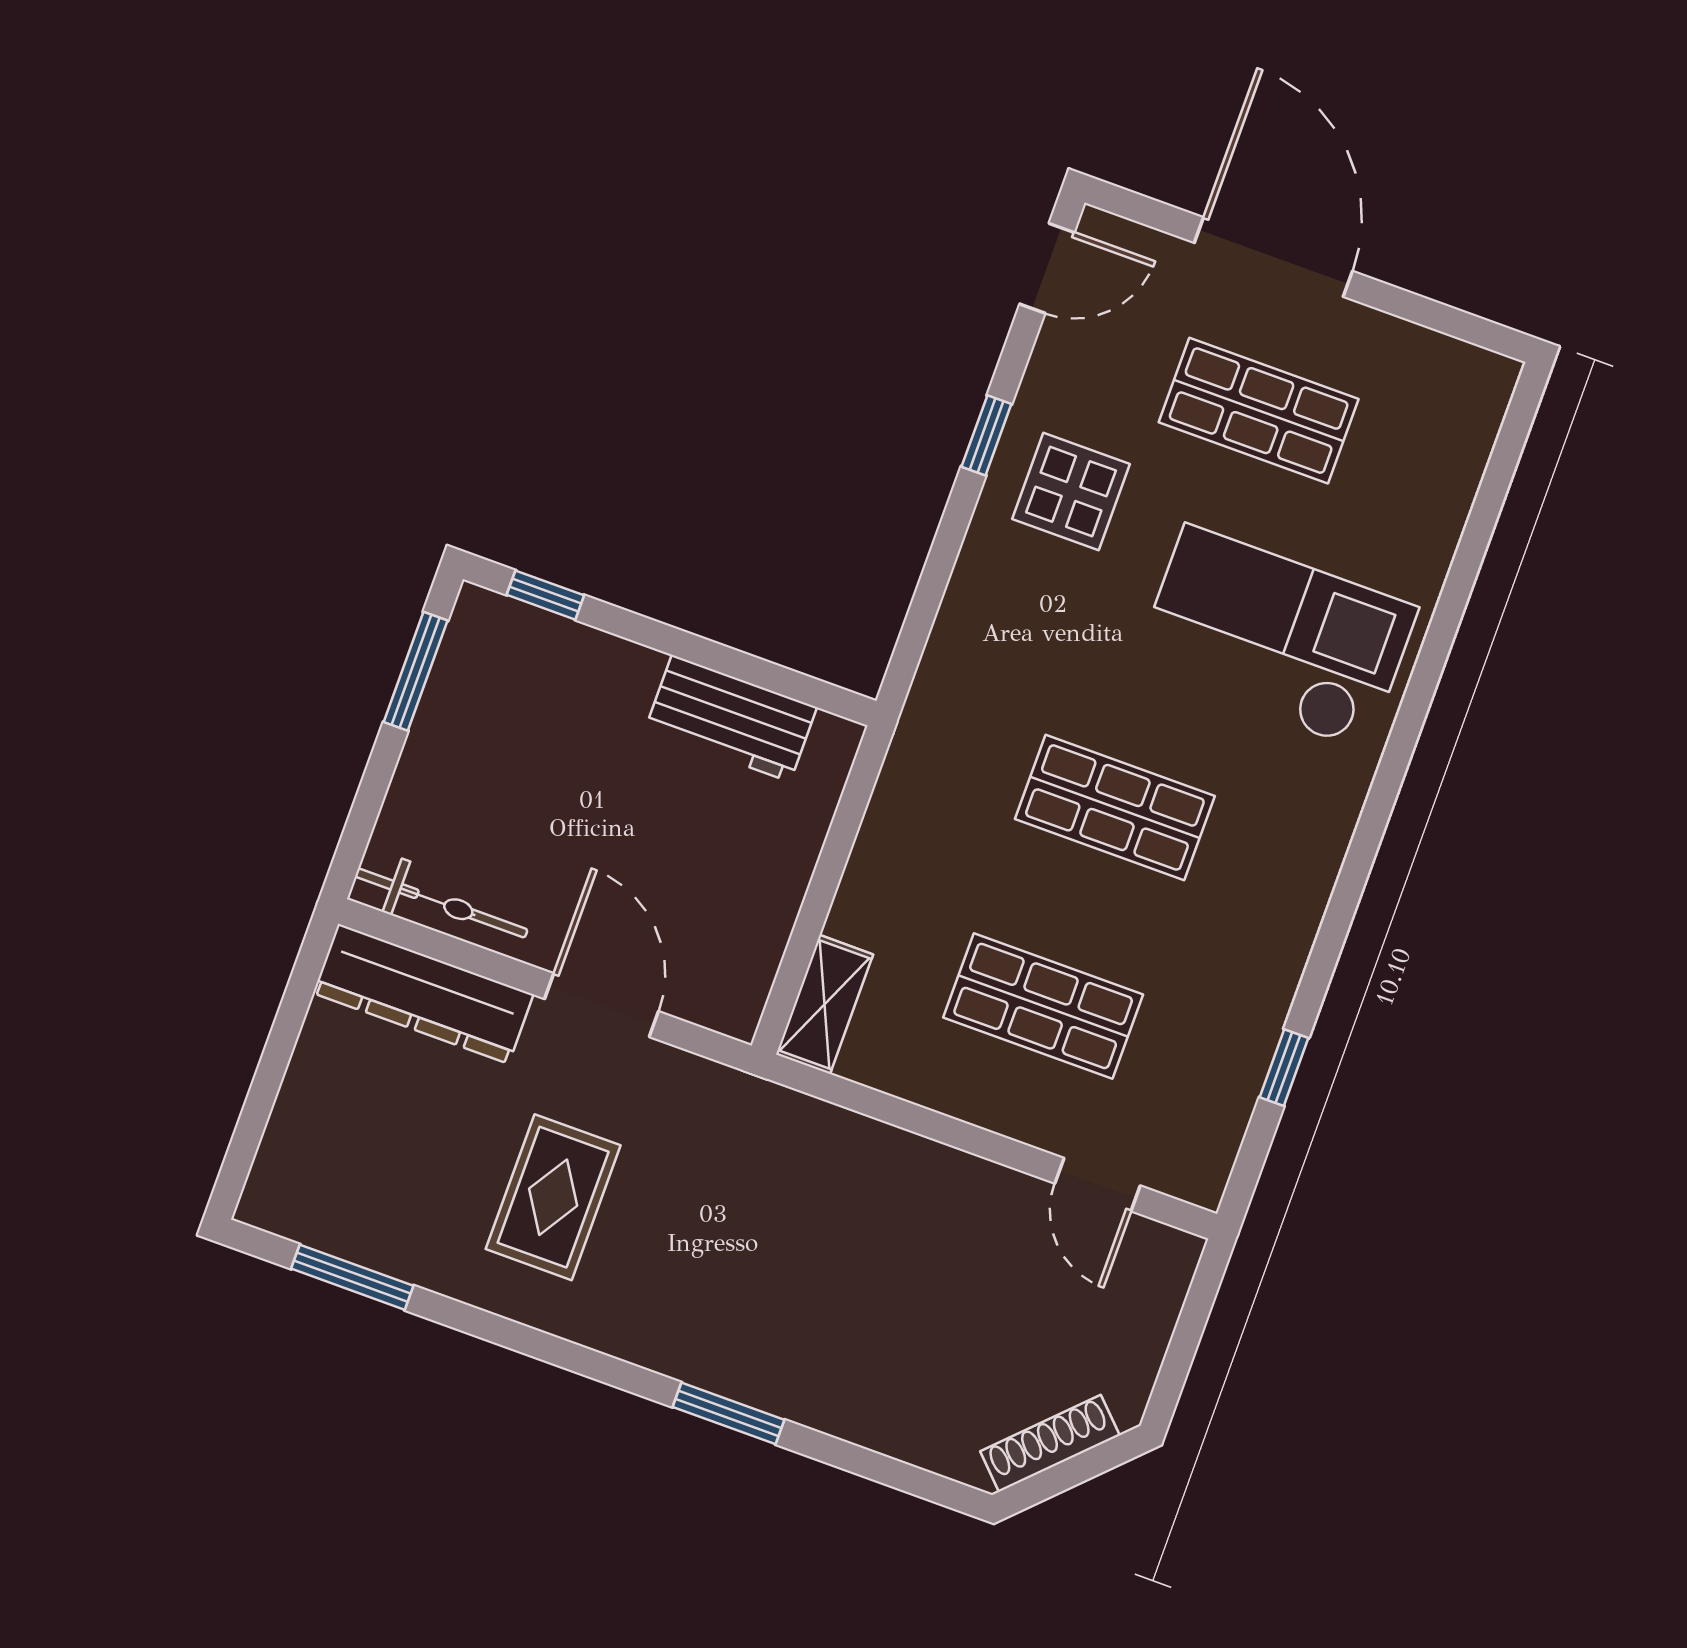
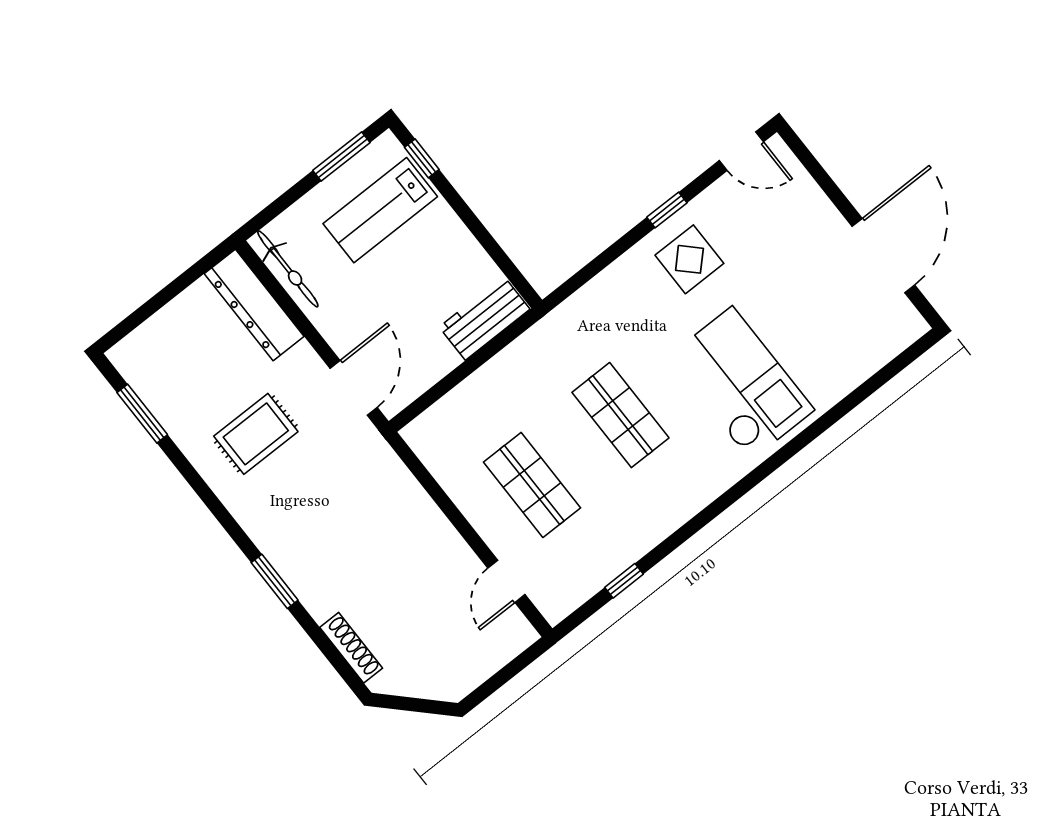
door: (1273, 257) -> (883, 256), moved
shop shelf: (1259, 411) -> (797, 275), removed
lab bench: (530, 718) -> (380, 210), added
workbench: (731, 718) -> (485, 318), moved, turned 90
shelving: (825, 1004) -> (433, 423), removed
door: (602, 1005) -> (354, 388), moved
shoe rack: (1050, 1443) -> (351, 648), moved, turned 45

